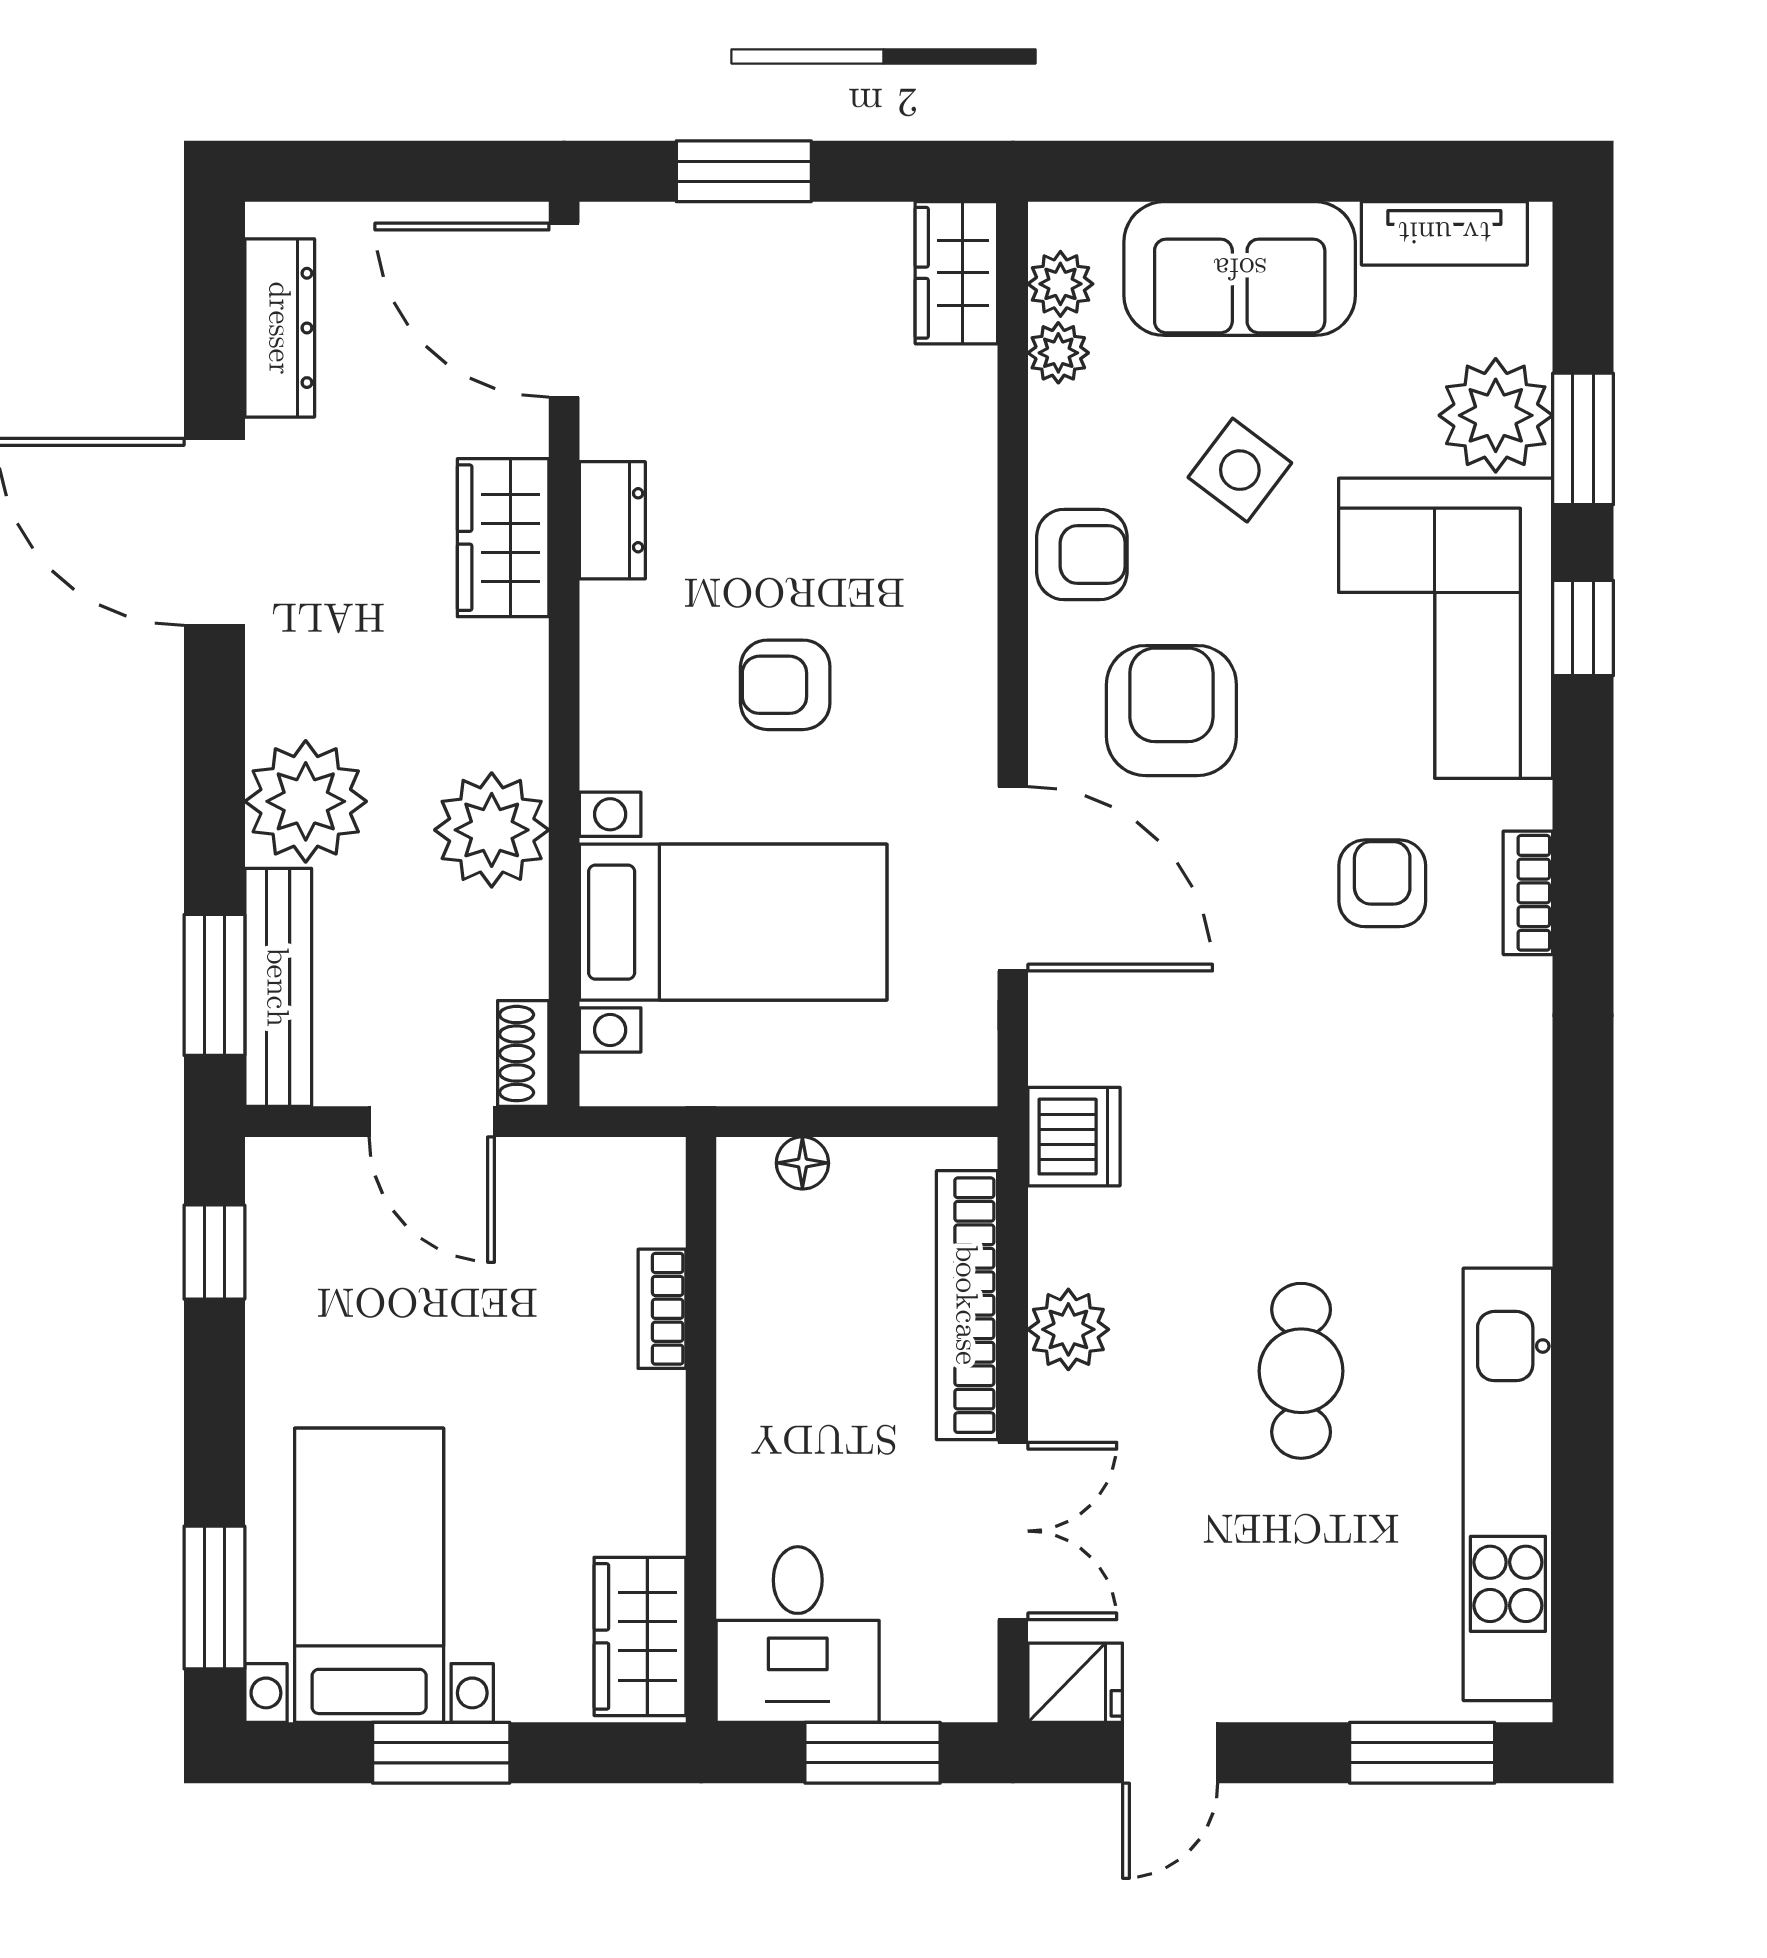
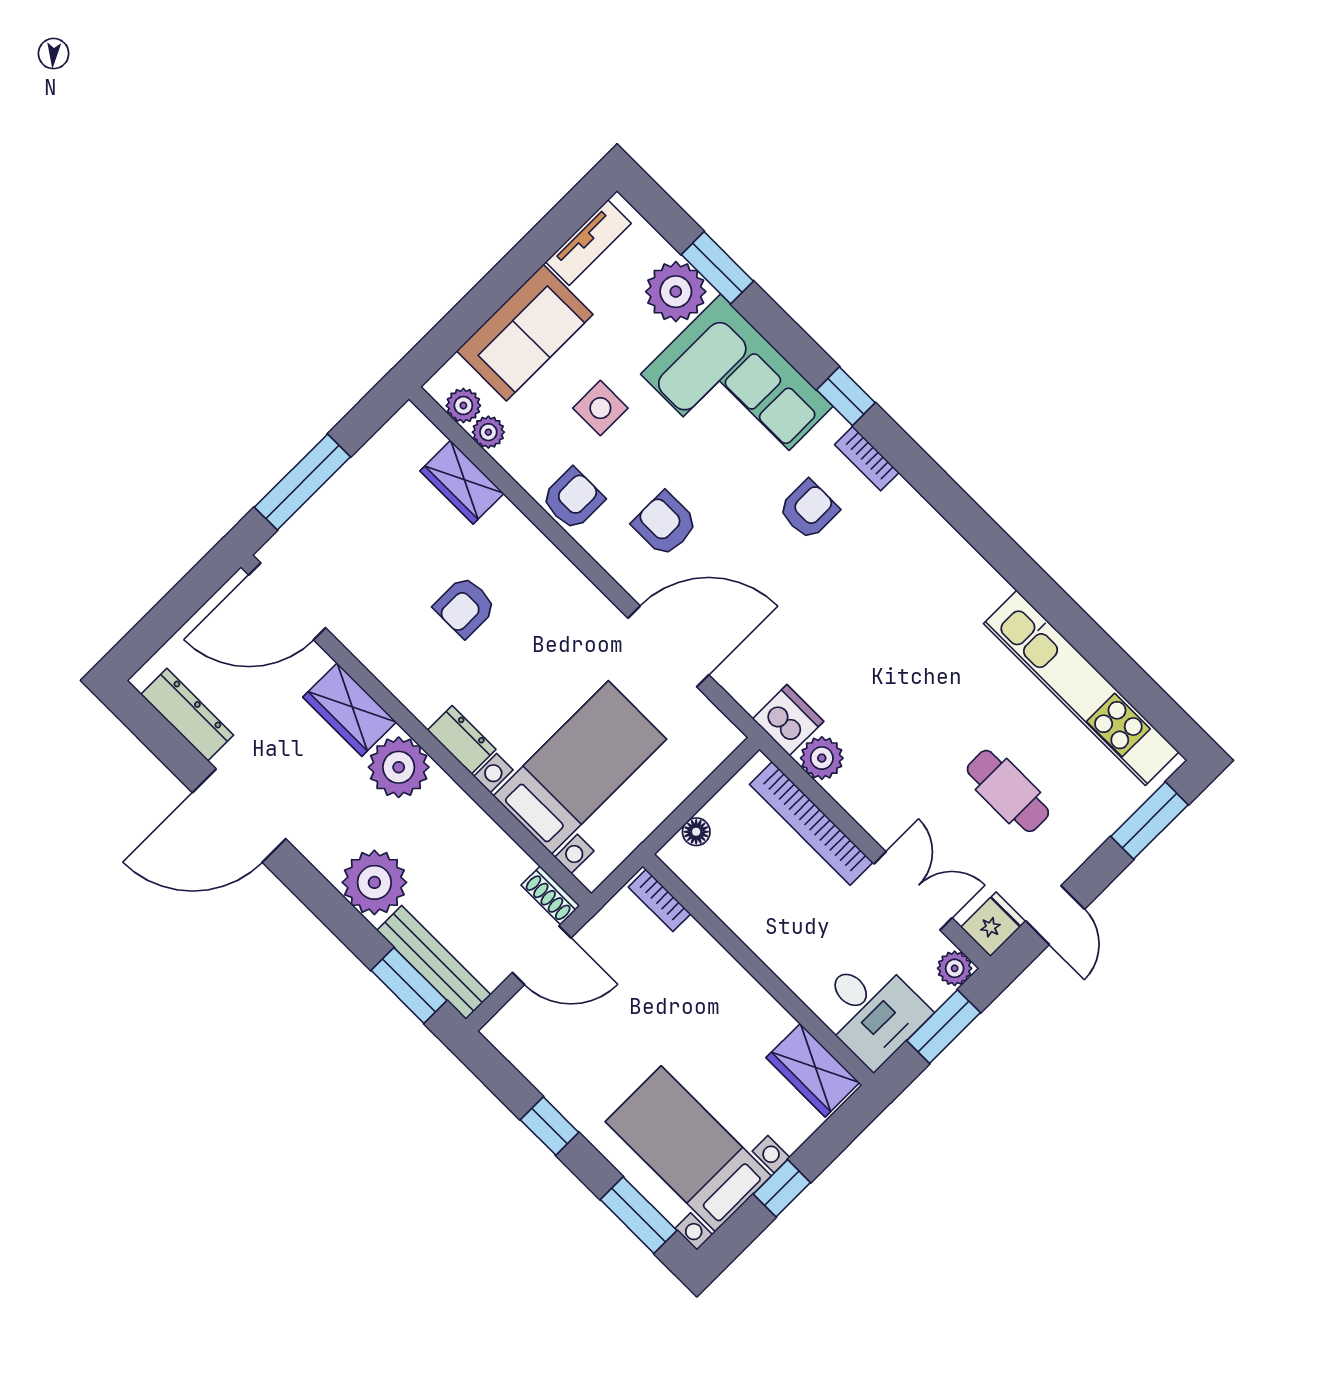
window: (744, 171) -> (302, 482), width x1.44
wardrobe: (956, 273) -> (462, 482), moved
side table: (1240, 470) -> (600, 408), turned -37
dresser: (612, 520) -> (462, 740), moved
window: (1583, 628) -> (846, 396), moved
armchair: (785, 685) -> (465, 607), moved
armchair: (1171, 711) -> (665, 524), width x0.72, depth x0.72
plant: (492, 830) -> (399, 767), moved
armchair: (1382, 883) -> (809, 510), turned 90
window: (214, 1252) -> (550, 1126), moved
bookcase: (662, 1309) -> (659, 900), moved
plant: (1068, 1329) -> (822, 758), moved
cafe table: (1301, 1371) -> (1008, 791), moved
plant: (965, 1690) -> (955, 968), added
window: (441, 1753) -> (782, 1188), width x0.67

